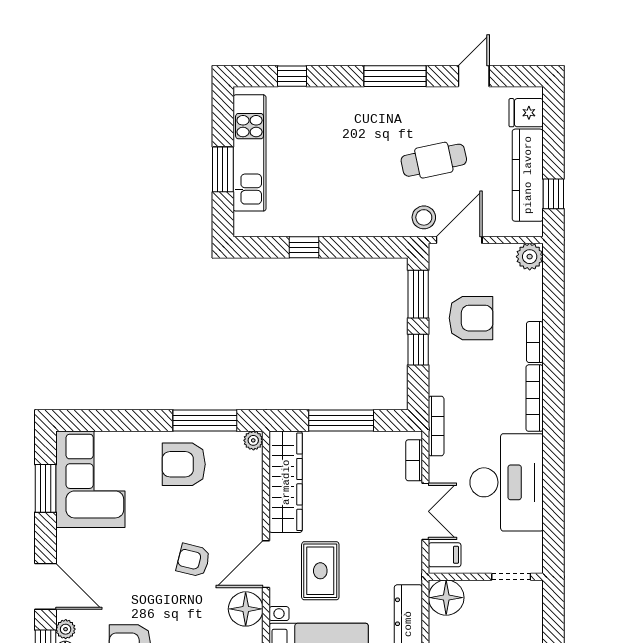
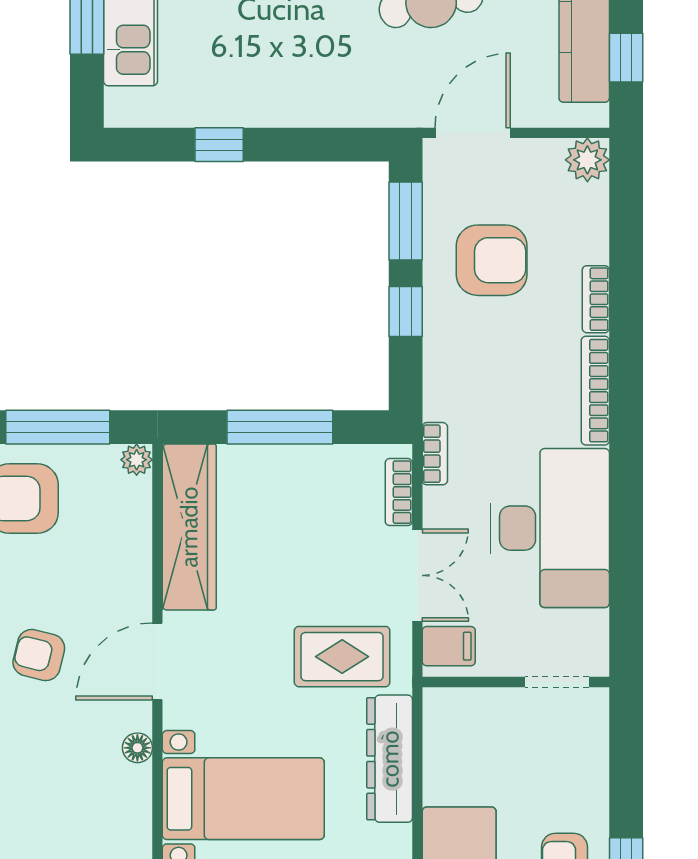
stool: (424, 217) -> (415, 96), removed
bookcase: (436, 426) -> (435, 454), width x0.64
rug: (320, 571) -> (342, 657), moved, turned 90
floor lamp: (446, 598) -> (451, 716), removed
floor lamp: (246, 609) -> (137, 748), width x0.53, depth x0.53

